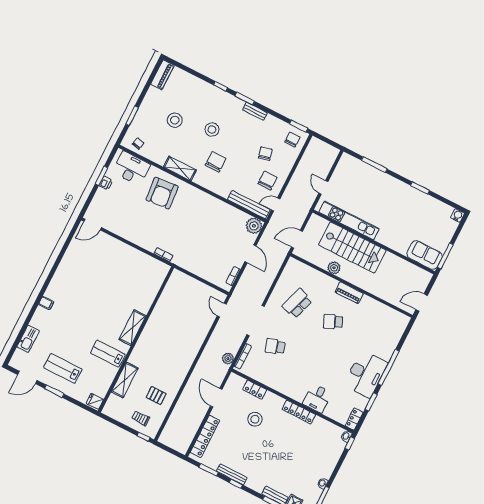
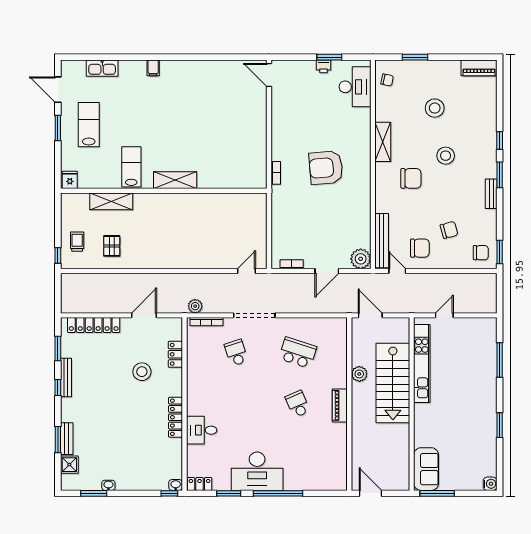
armchair: (162, 193) -> (326, 168), moved

